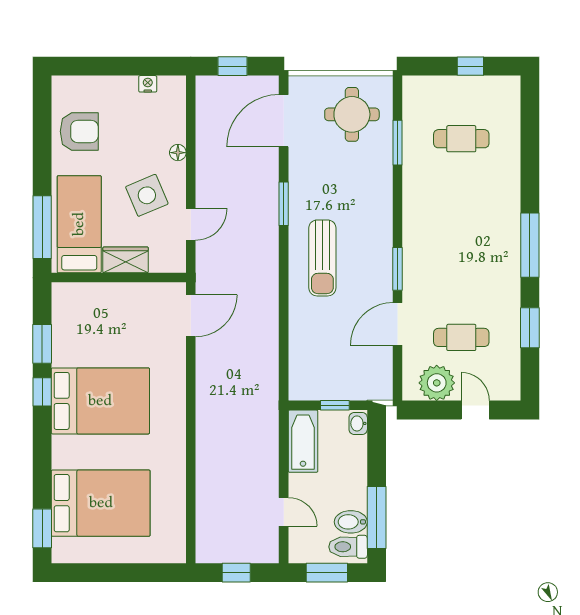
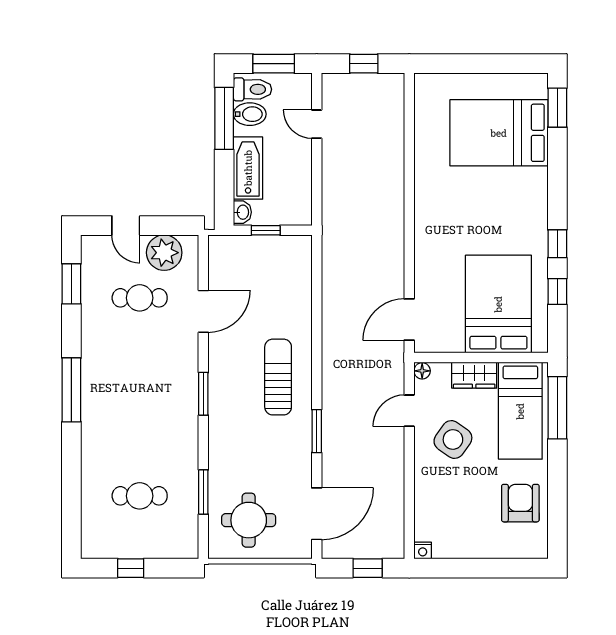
nightstand: (148, 84) -> (423, 551), moved
armchair: (79, 131) -> (520, 503), turned 90
floor lamp: (178, 153) -> (422, 371), moved
side table: (147, 195) -> (453, 439), turned -32
window: (397, 269) -> (203, 394), moved
window: (530, 328) -> (71, 284), moved
window: (42, 344) -> (557, 291), width x0.67
bed: (100, 401) -> (498, 304), moved, turned 90
bathtub: (303, 441) -> (248, 168), moved, turned 180

